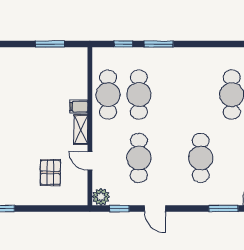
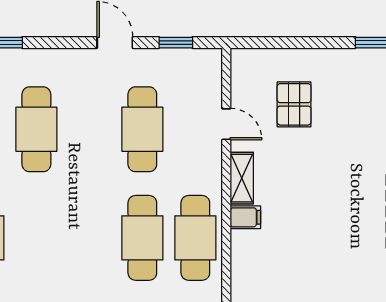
plant: (101, 197) -> (207, 63), removed

